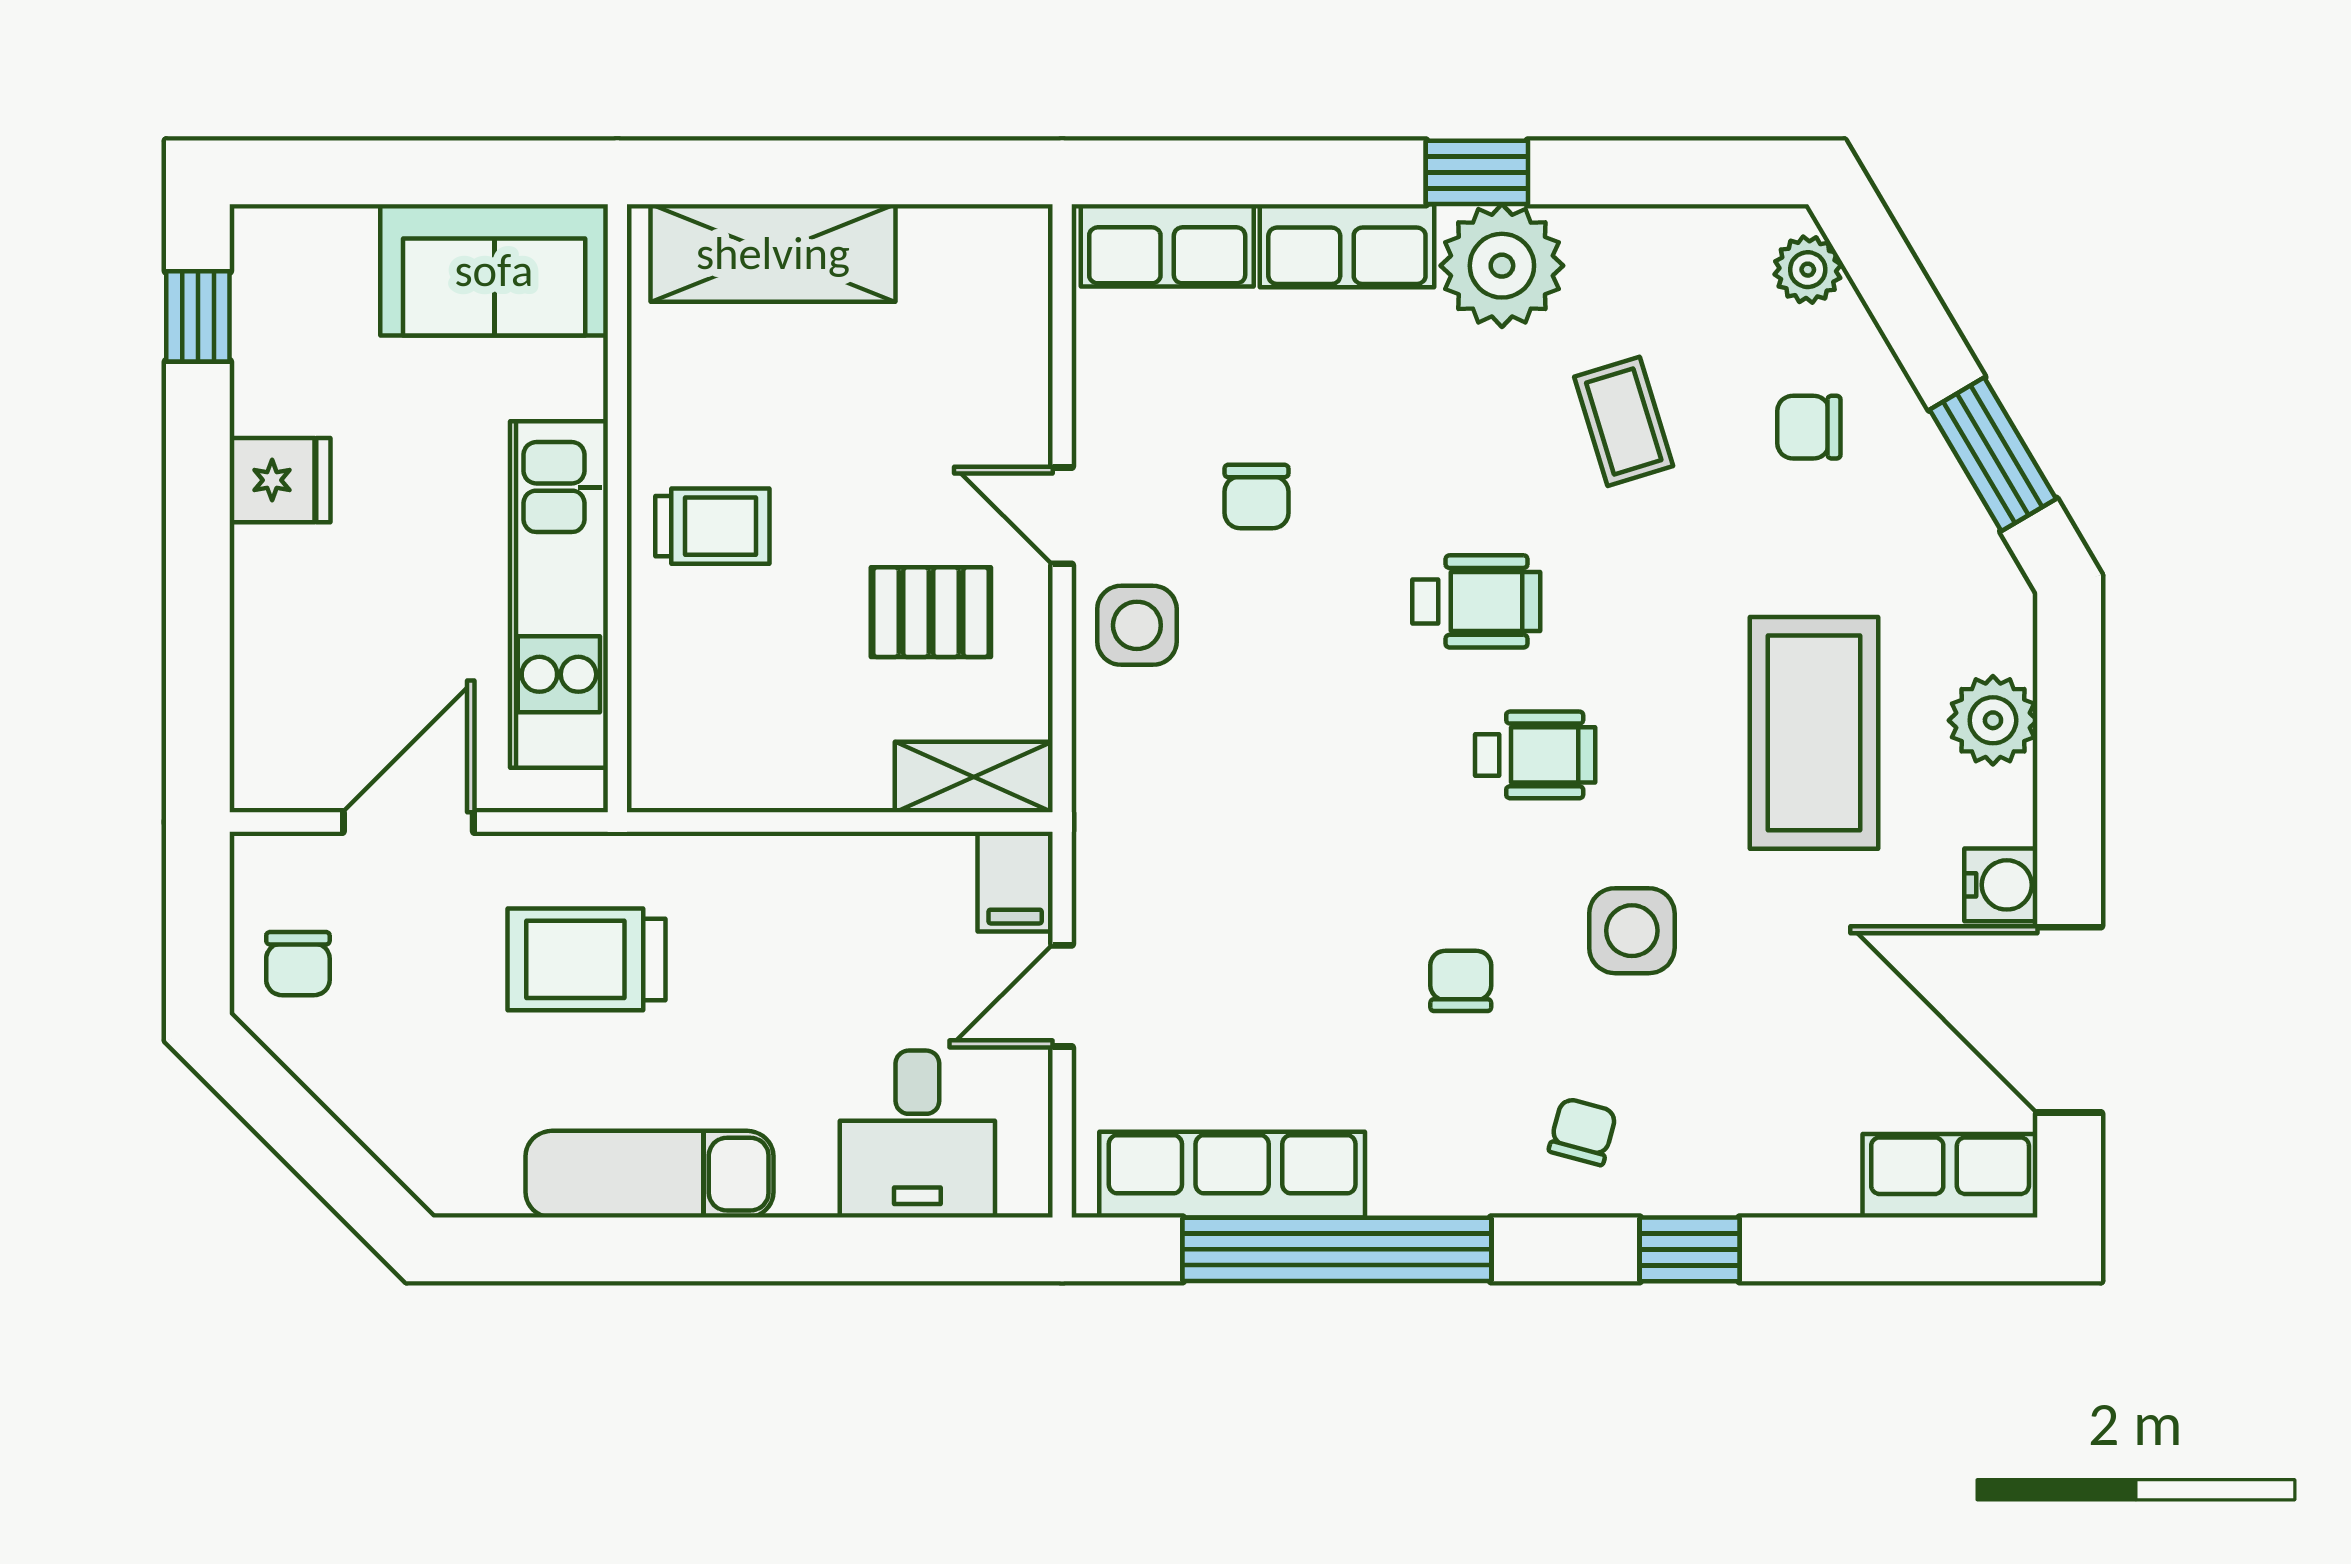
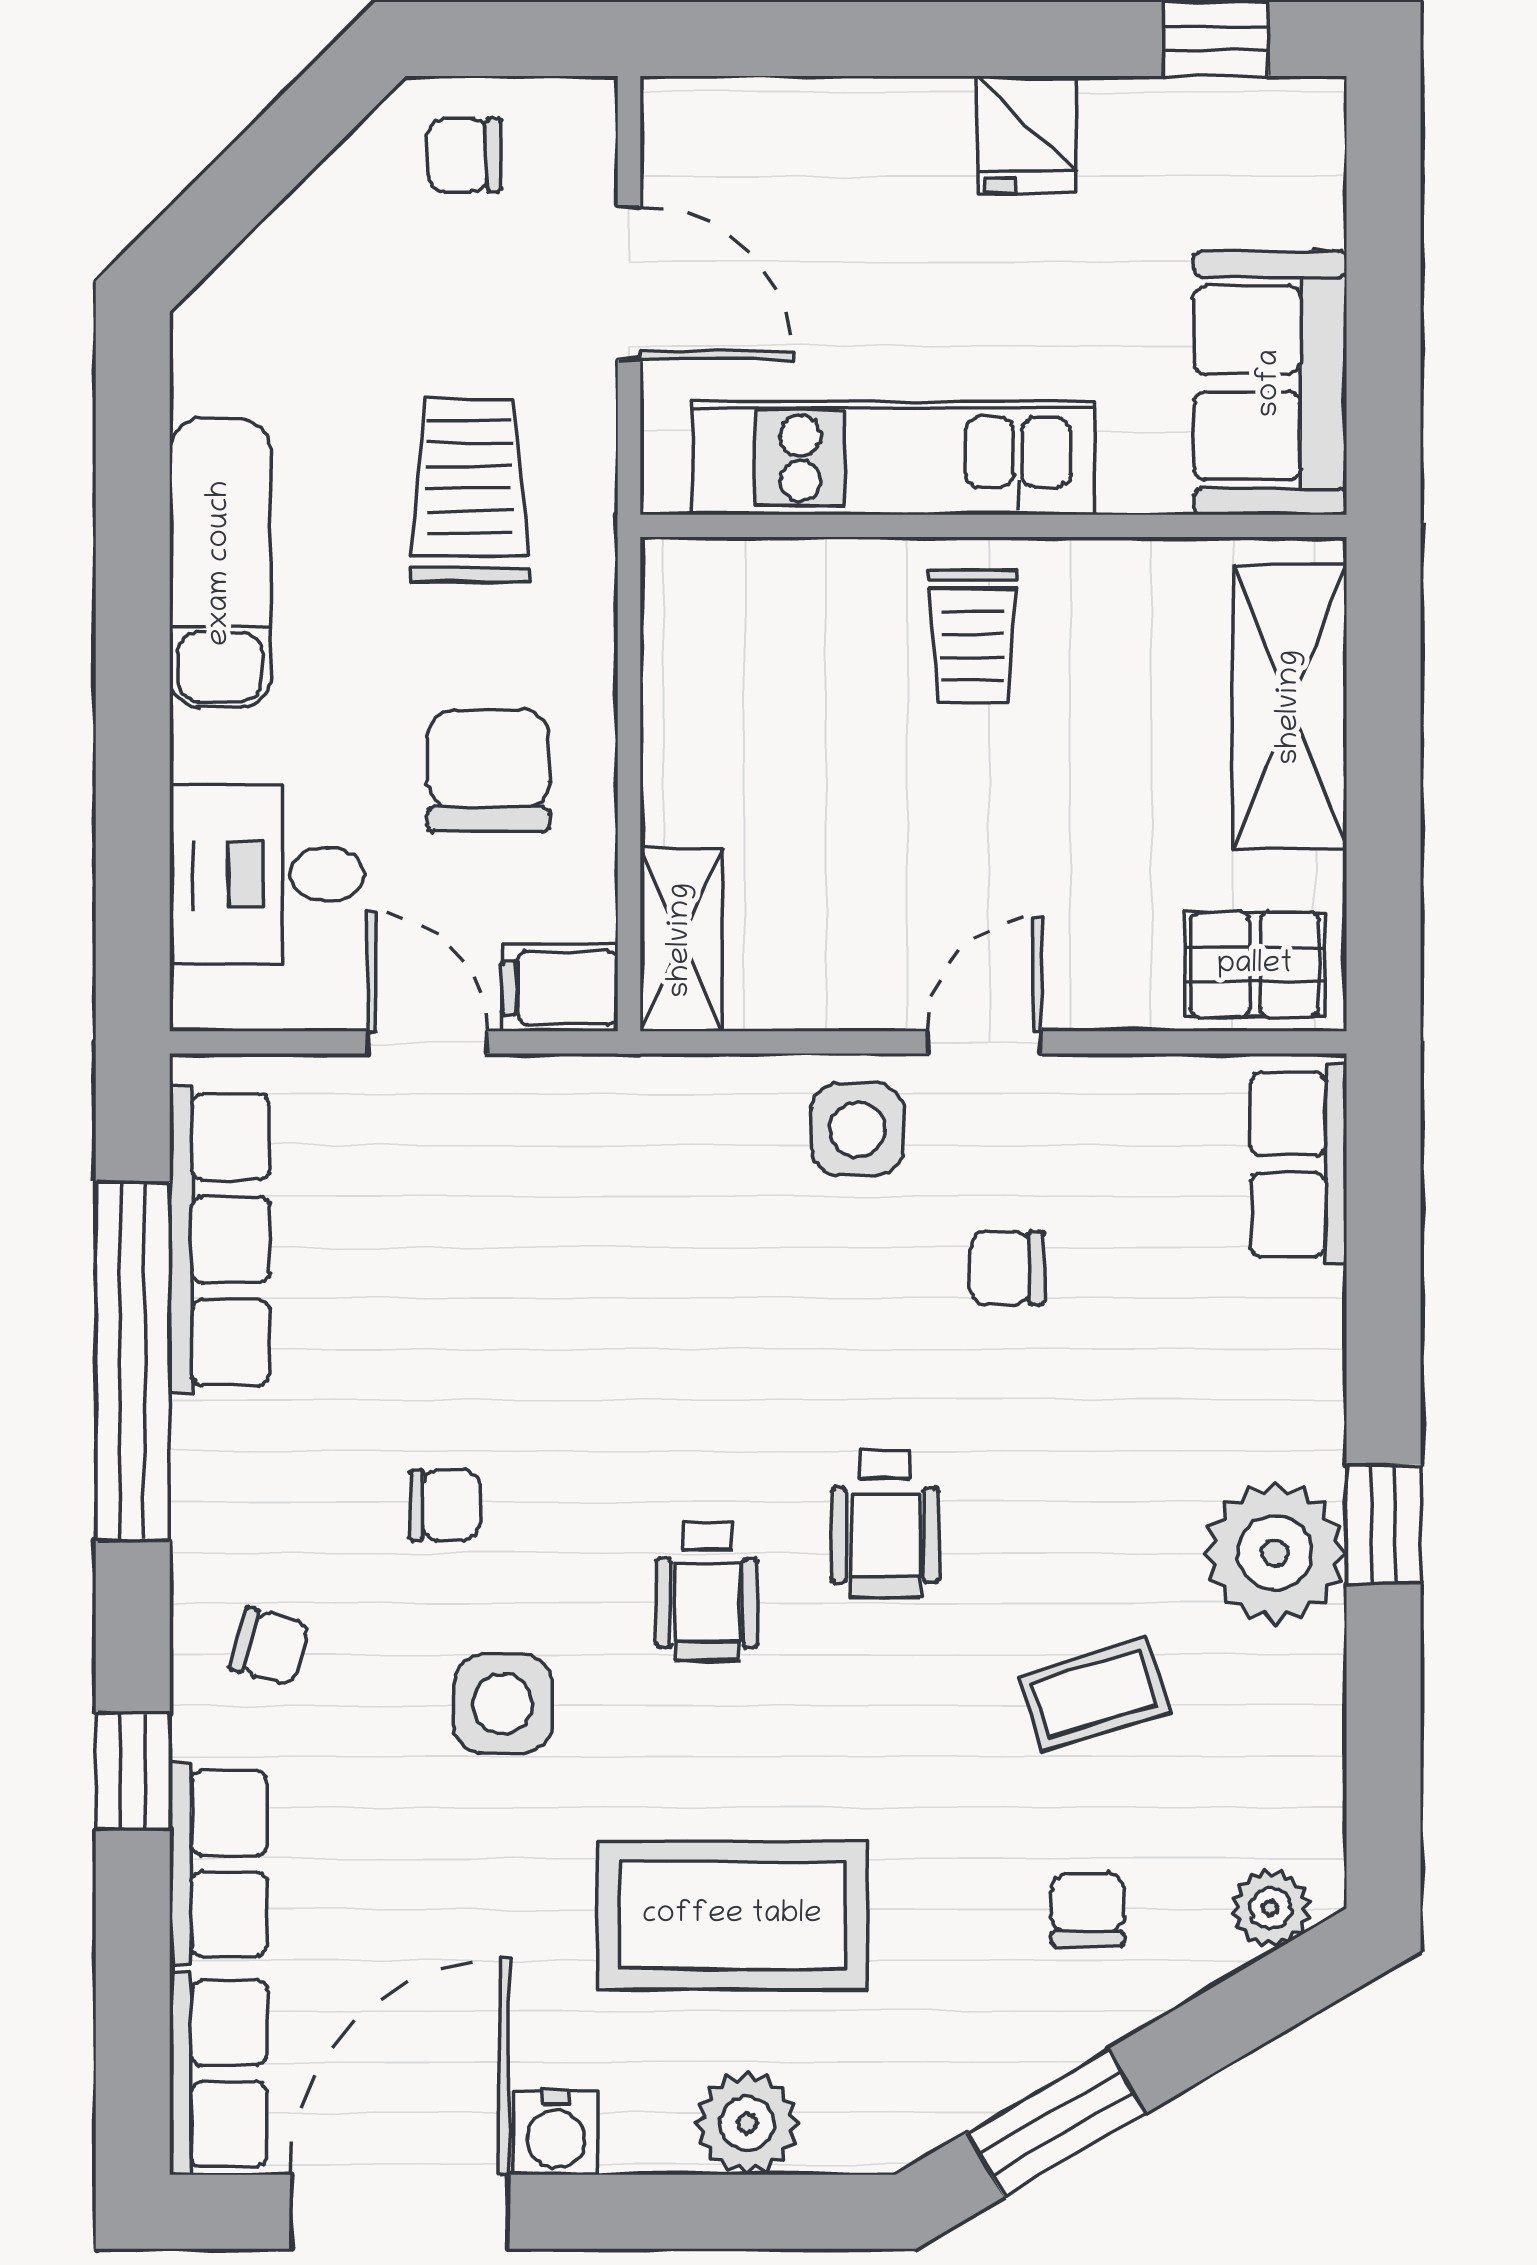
row of seats: (1347, 246) -> (218, 1864), moved, turned 180
pallet: (931, 612) -> (1255, 965), moved, turned 90
chair: (828, 943) -> (489, 770), added

